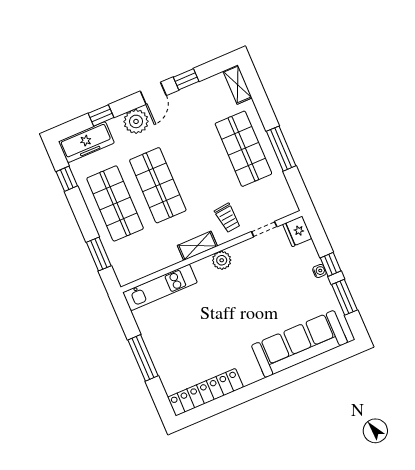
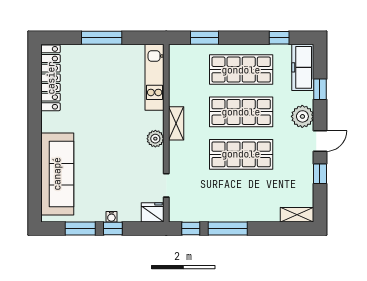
door: (153, 93) -> (320, 141), swing flipped
shop shelf: (243, 149) -> (241, 154), moved
window: (297, 186) -> (191, 228), added
trolley: (228, 218) -> (189, 159), removed

